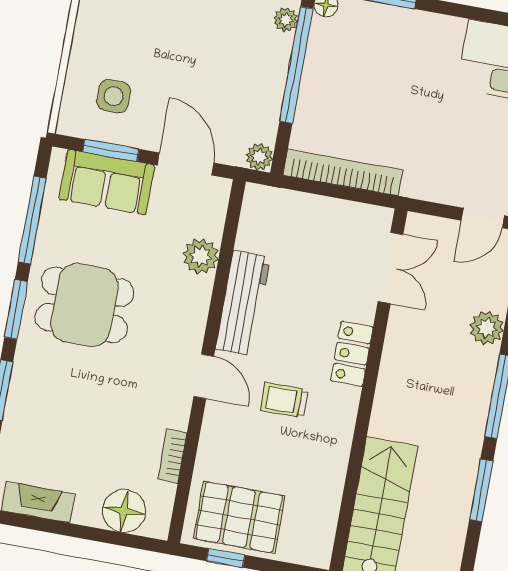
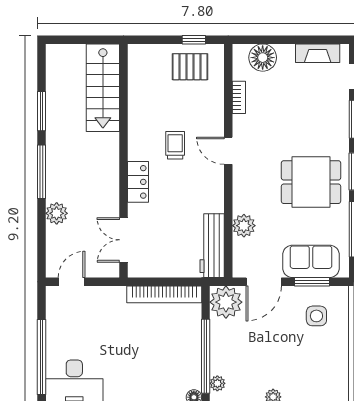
plant: (259, 157) -> (226, 302), width x1.88, depth x1.88
door: (186, 164) -> (264, 282), hinge flipped
workbench: (243, 303) -> (212, 246), moved
trolley: (284, 400) -> (175, 145), turned -90
pallet: (239, 517) -> (190, 67), width x0.67, depth x0.71

